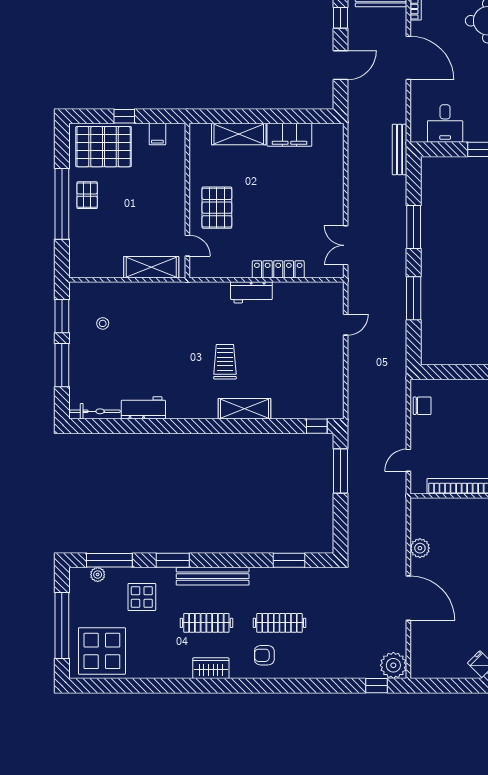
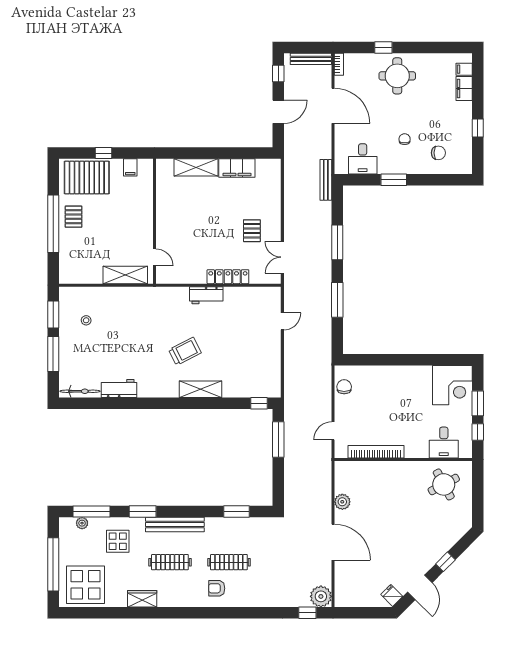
pallet: (217, 208) -> (252, 231), moved, width x0.67, depth x0.71
trolley: (225, 362) -> (185, 351), turned 63
chair: (422, 406) -> (344, 387), turned -90
wardrobe: (211, 668) -> (142, 599), moved

